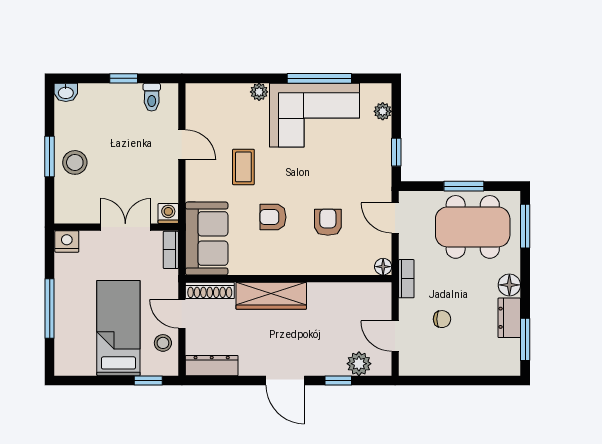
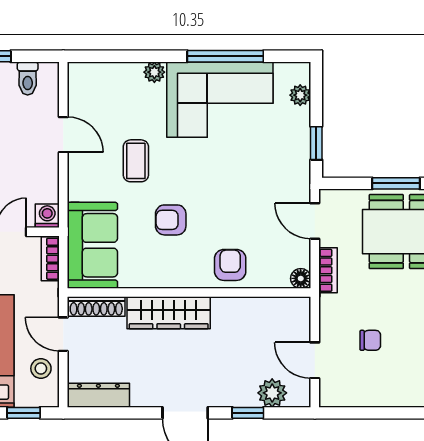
armchair: (328, 222) -> (230, 265), moved
bookcase: (406, 279) -> (328, 270), moved

